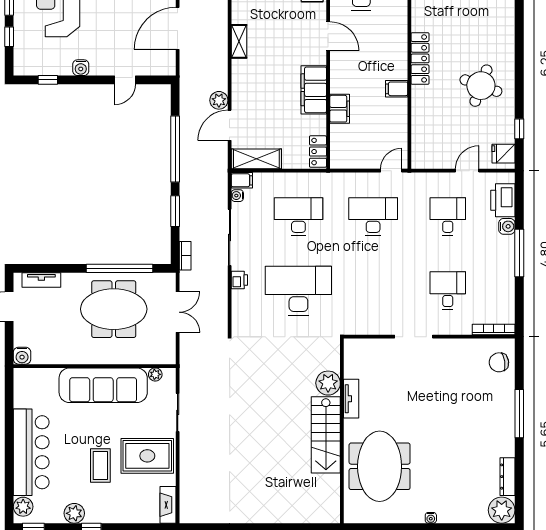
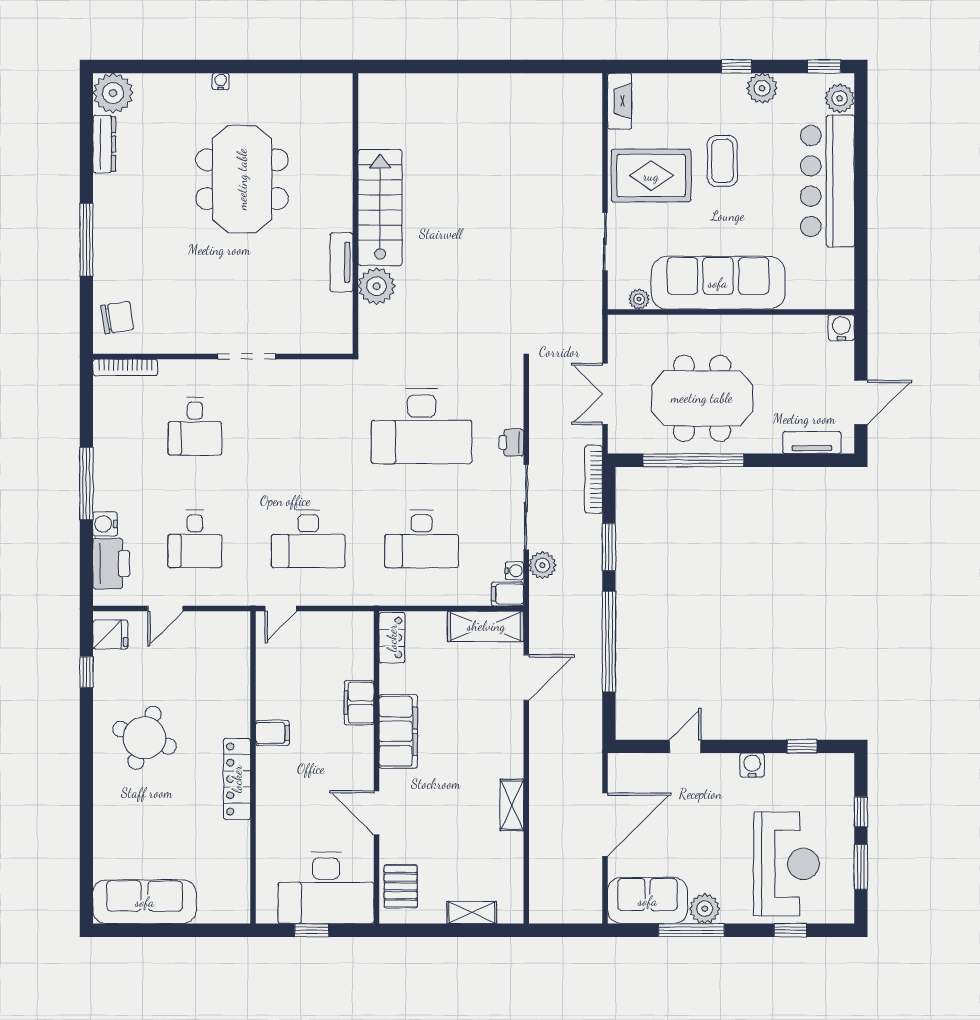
plant: (219, 100) -> (542, 565), moved
bookcase: (185, 256) -> (594, 479), width x1.56
meeting table: (380, 466) -> (242, 179), moved

